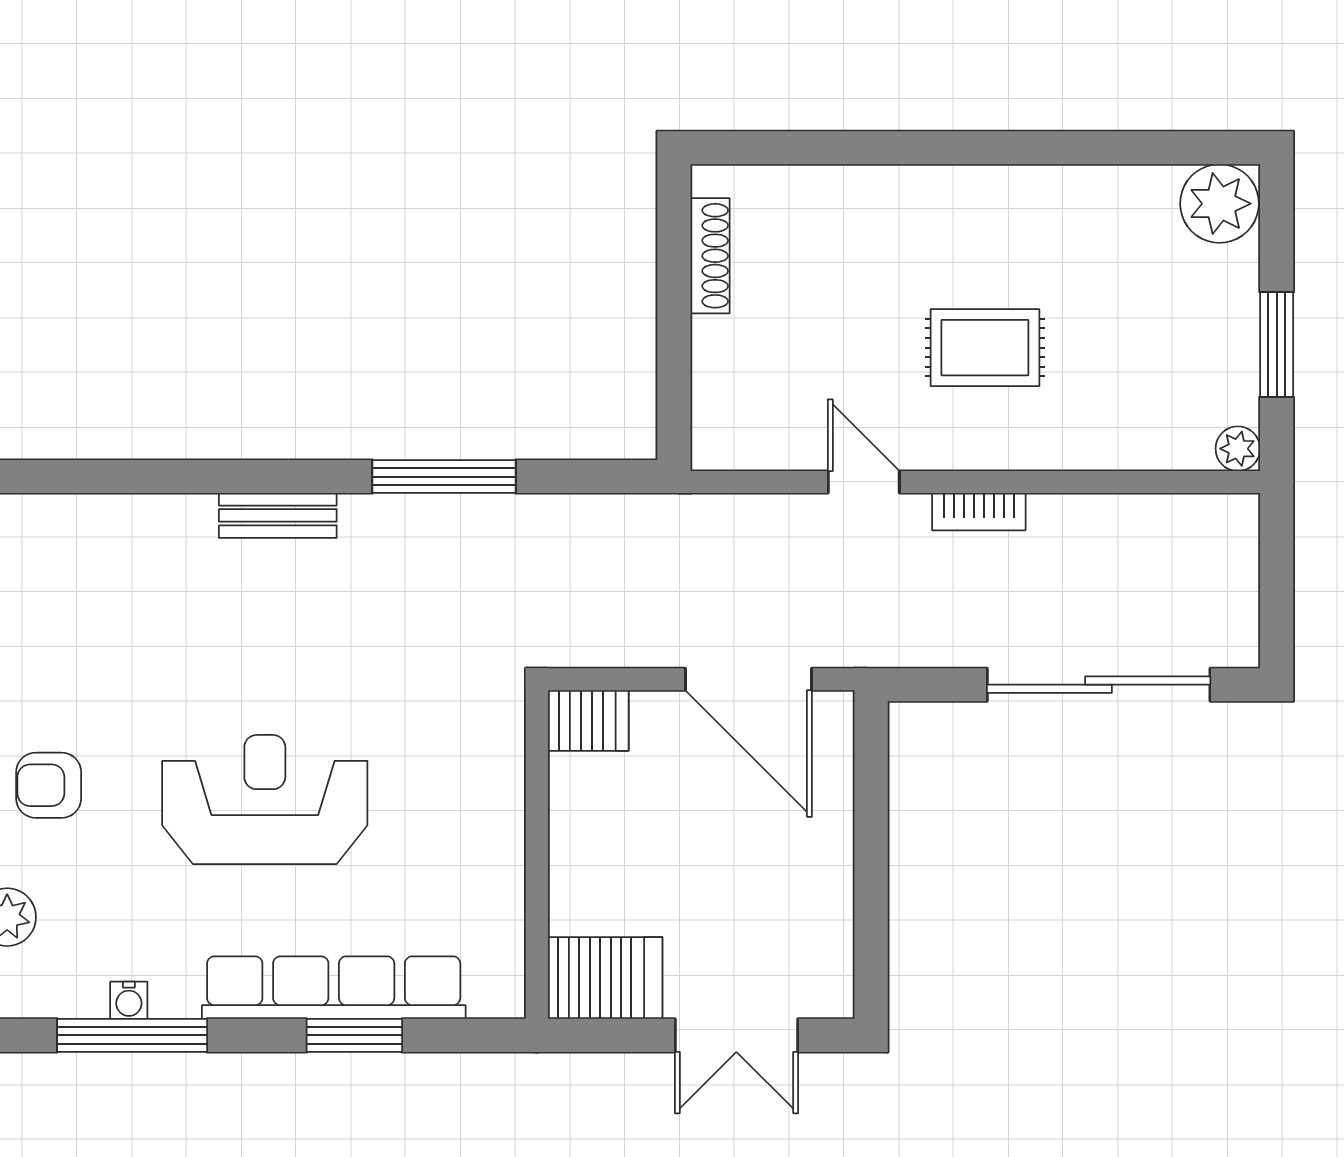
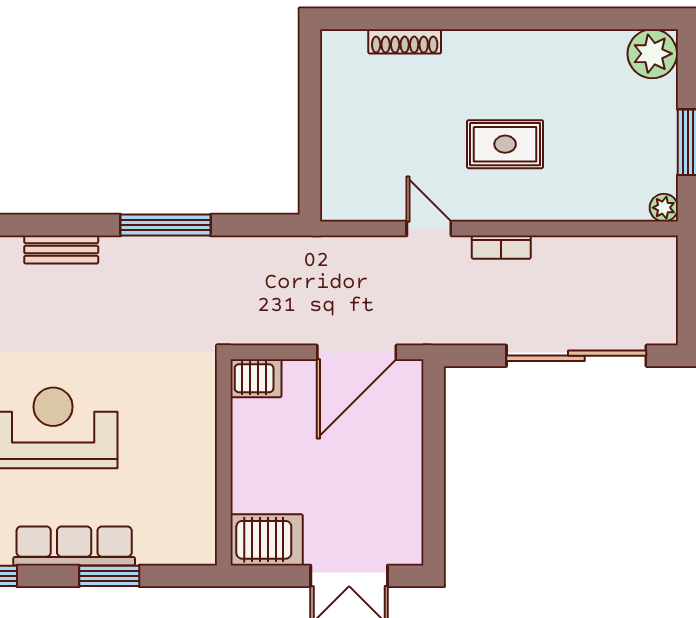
shoe rack: (710, 256) -> (405, 41), moved, turned 90
door: (748, 679) -> (357, 352), hinge flipped
row of seats: (334, 988) -> (74, 546), width x0.73

